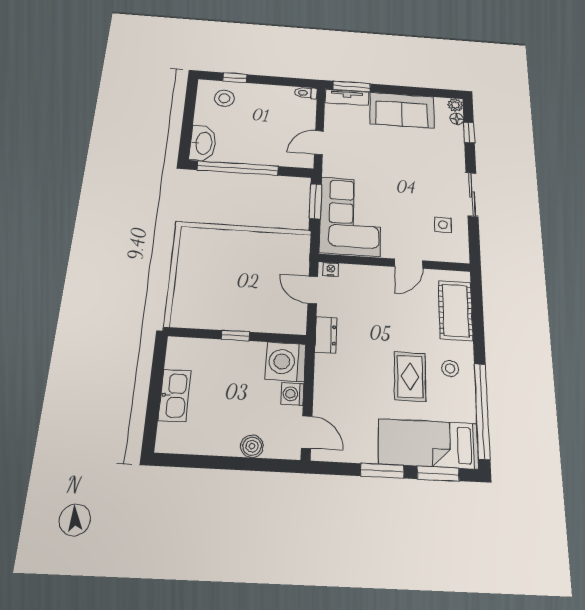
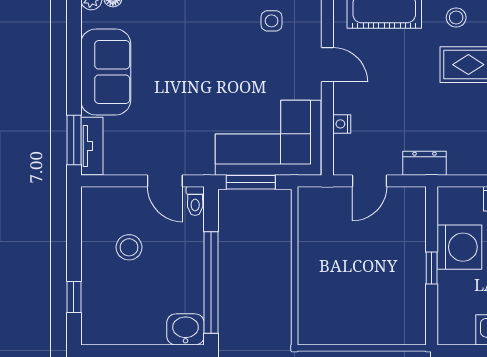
toilet: (306, 93) -> (195, 201), moved
stool: (224, 98) -> (129, 247), moved
washbasin: (203, 143) -> (185, 329), width x0.72
nightstand: (331, 270) -> (342, 124), moved
washing machine: (286, 362) -> (459, 247), moved, turned -90

